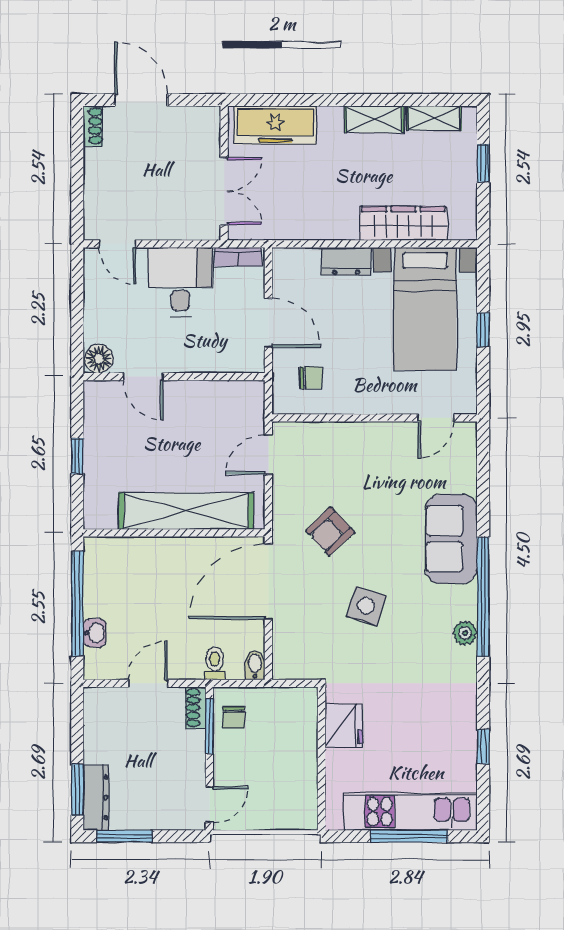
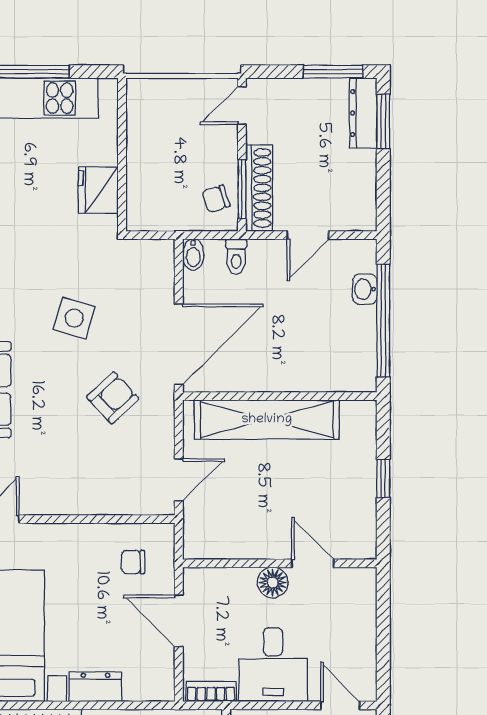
floor lamp: (99, 359) -> (273, 583), moved
shoe rack: (196, 708) -> (259, 188), width x1.94, depth x1.24
chair: (234, 717) -> (216, 199), turned -108

